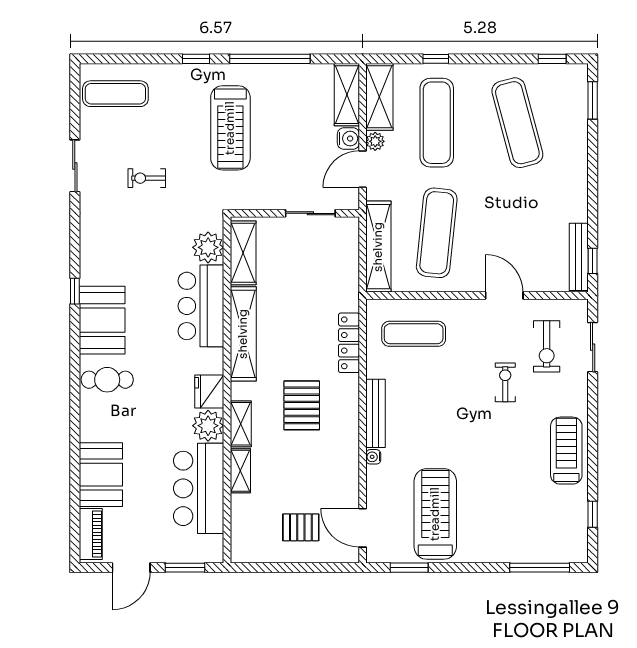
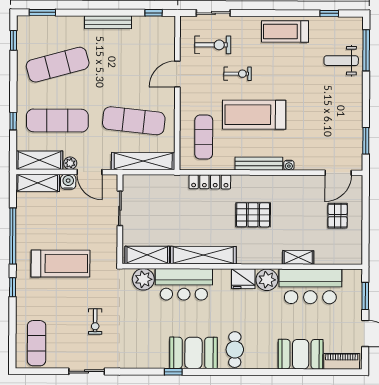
bench: (579, 257) -> (108, 22), moved
exercise bike: (505, 382) -> (238, 74), turned 180
shelving: (241, 424) -> (266, 257), removed
treadmill: (435, 514) -> (254, 115), moved
weight bench: (525, 532) -> (341, 61), added

